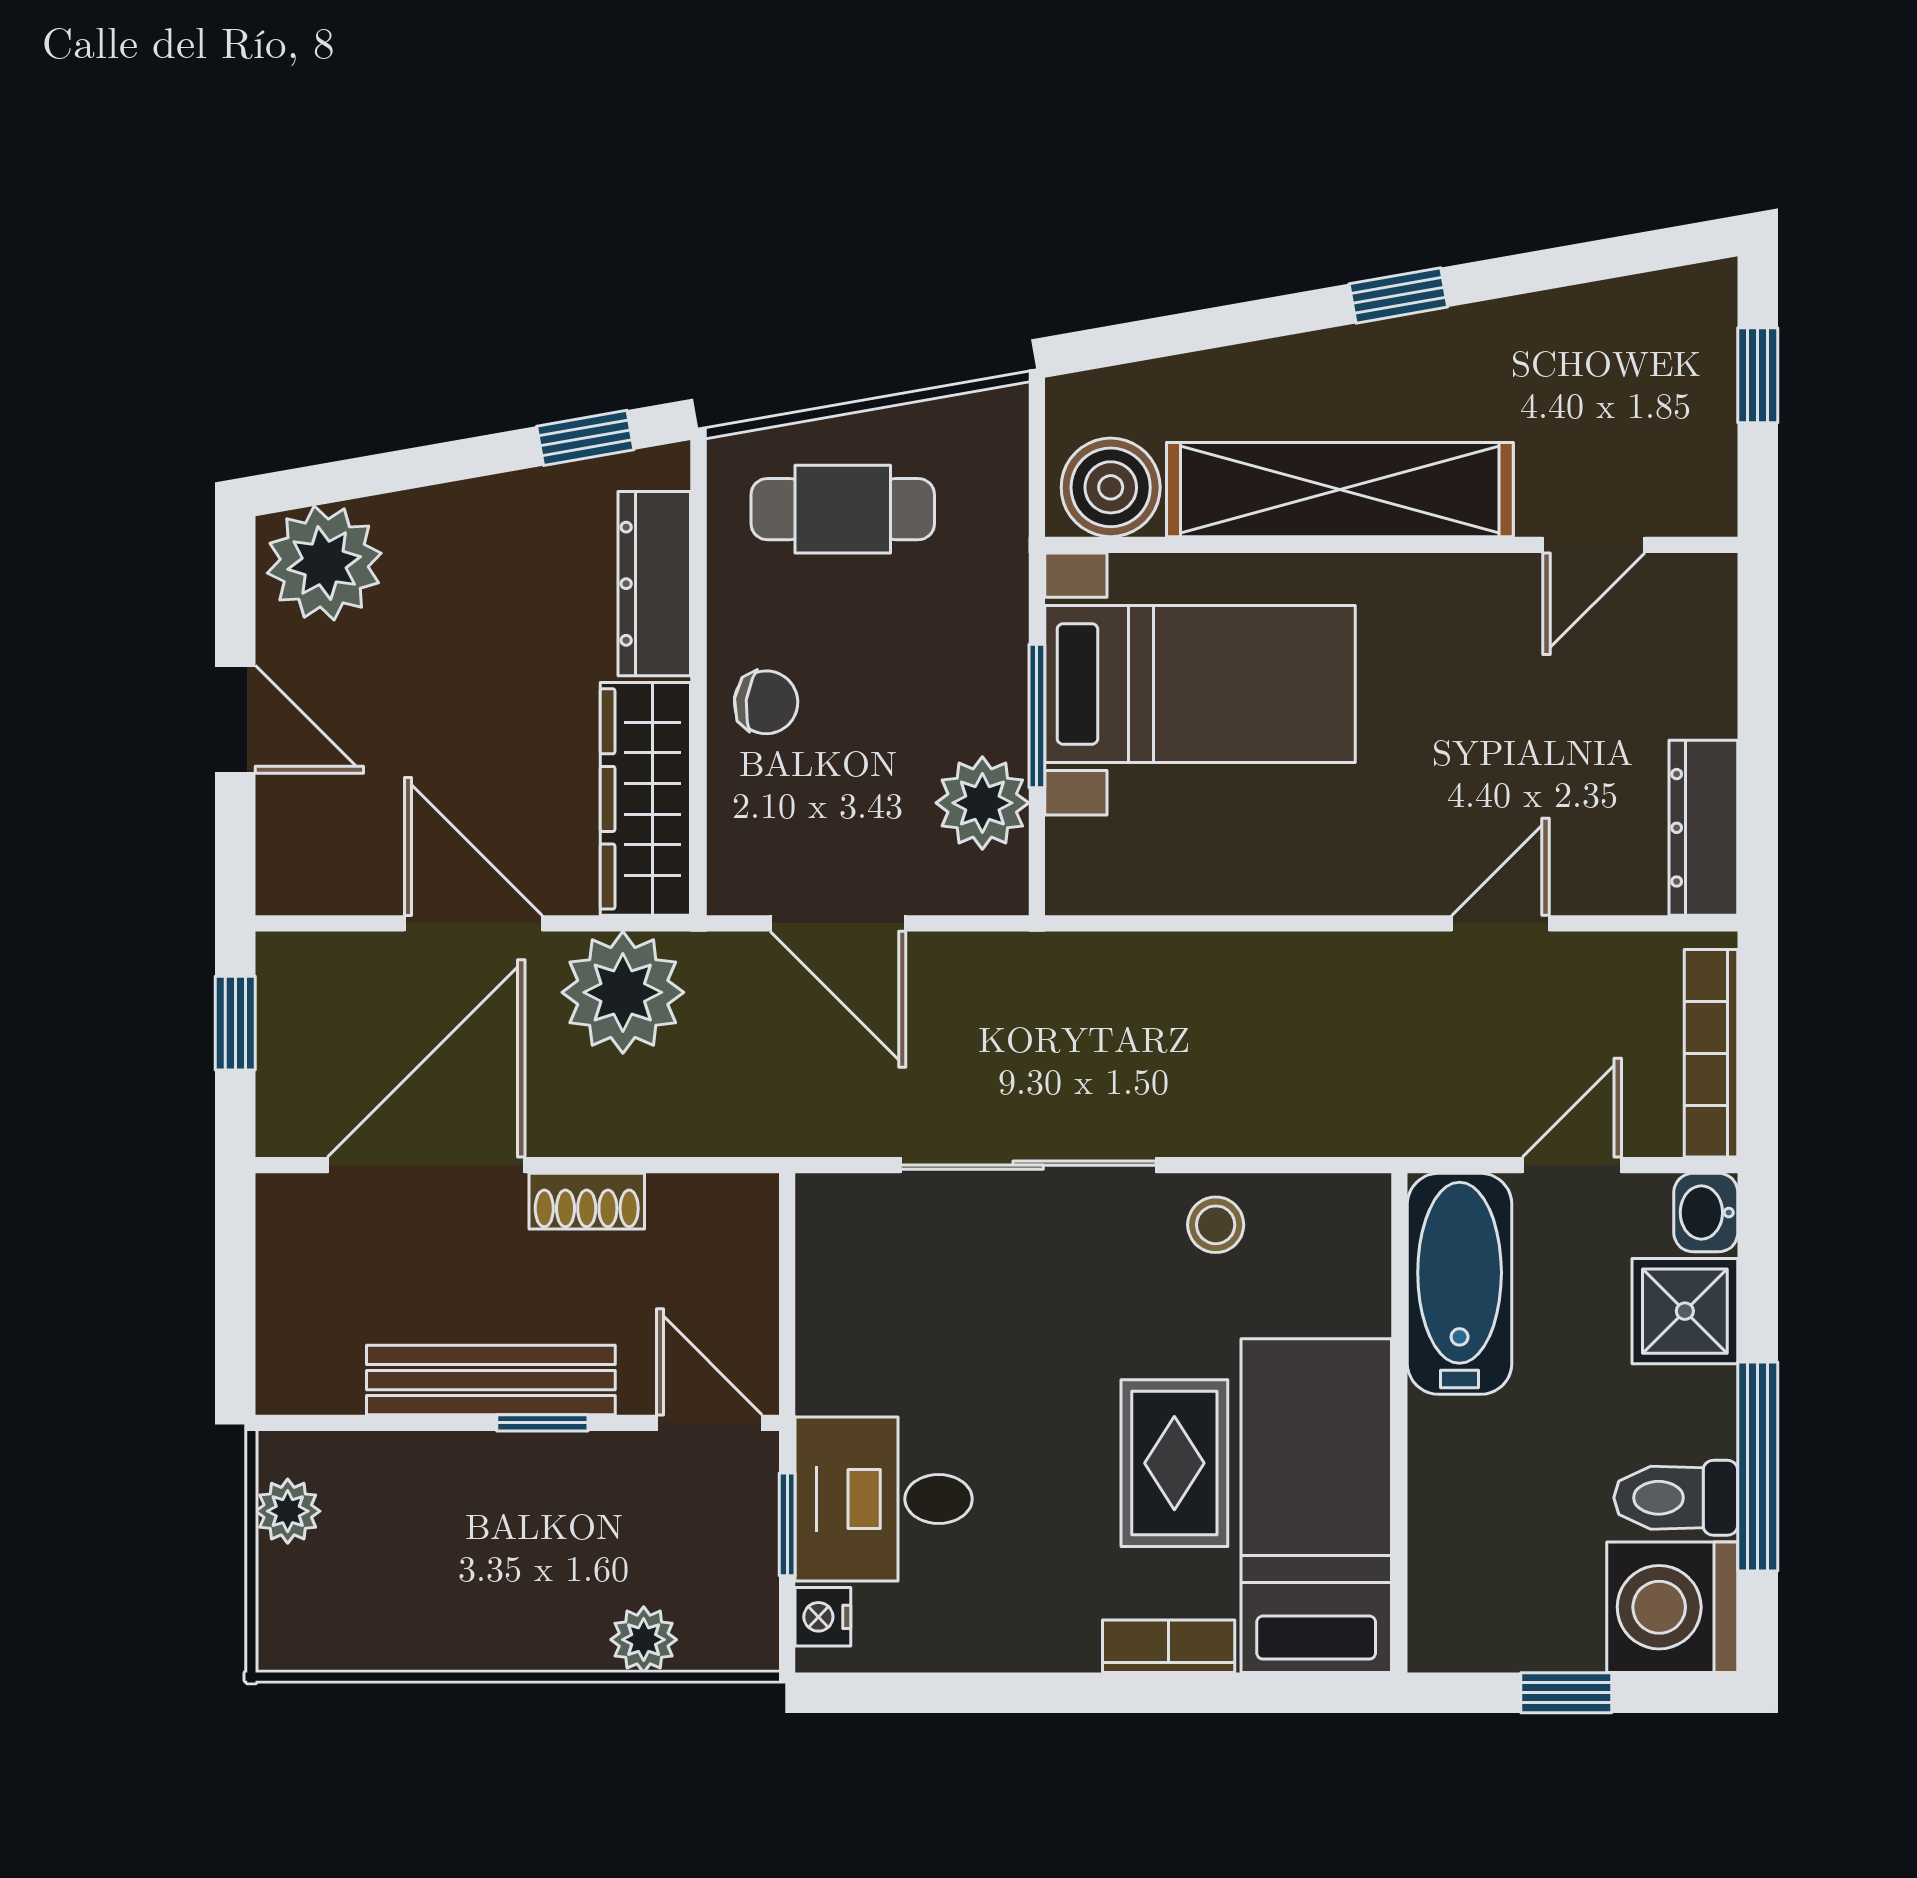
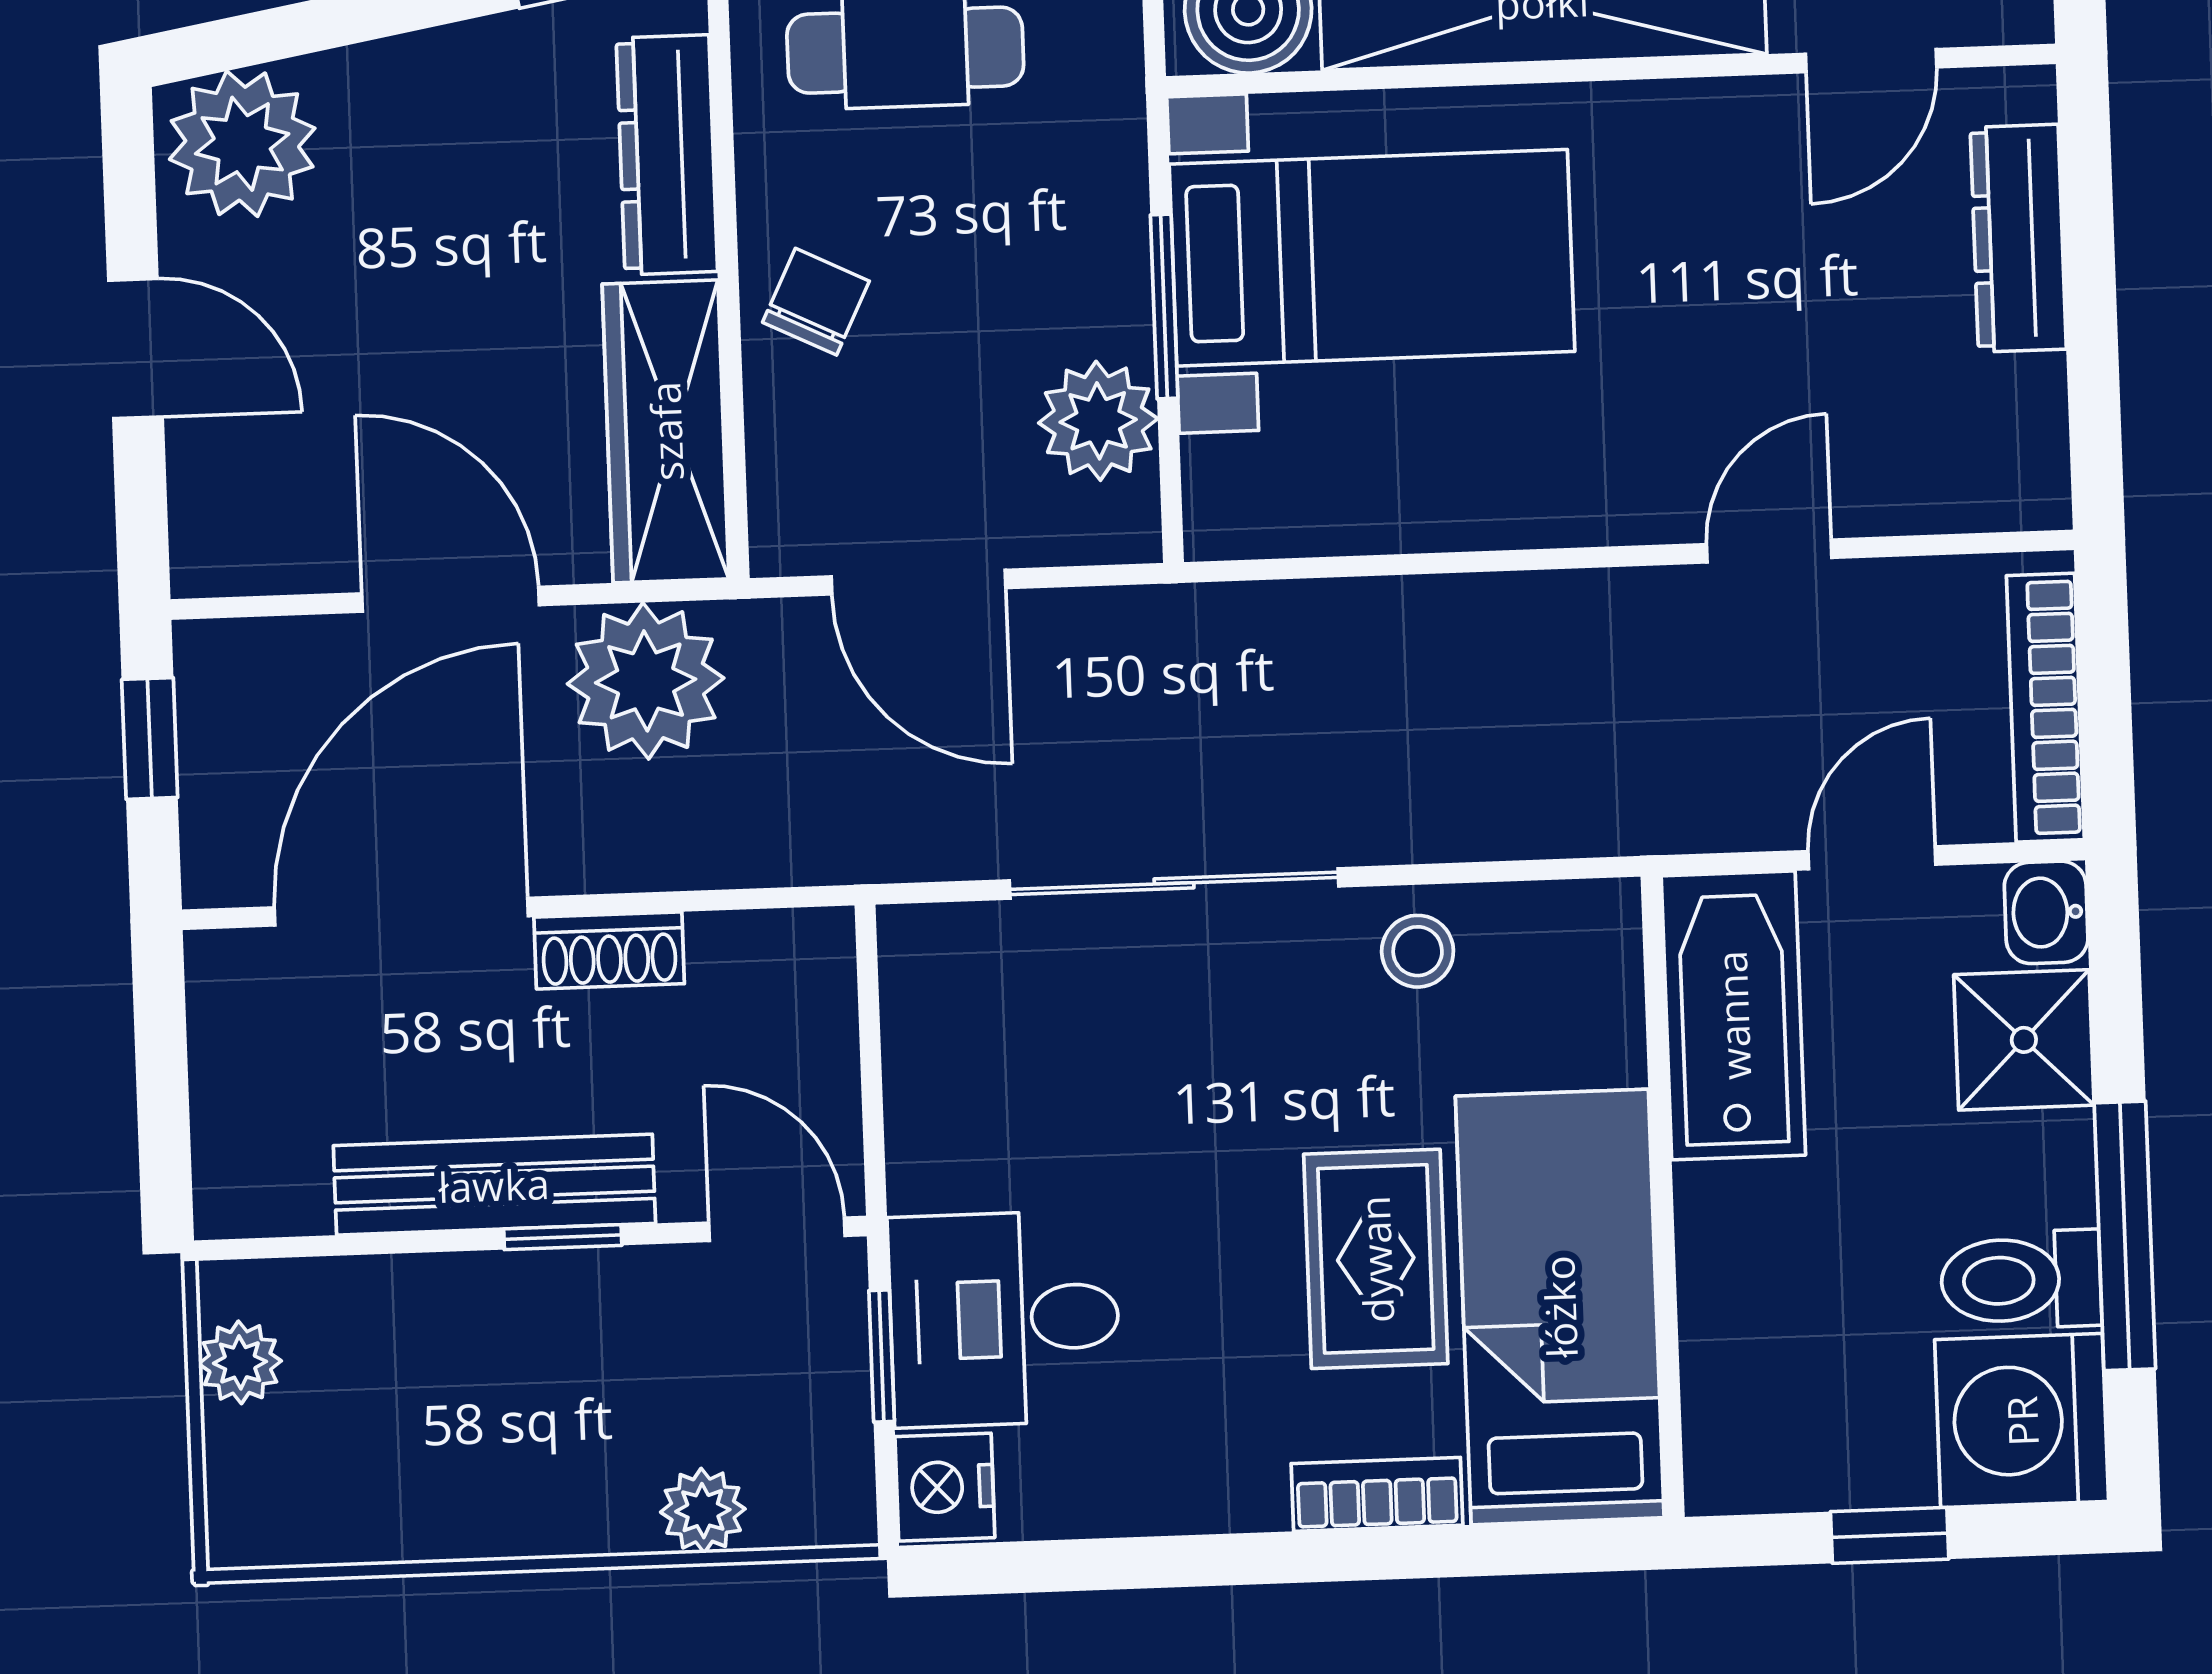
chair: (766, 702) -> (816, 302), turned -71
dresser: (1703, 828) -> (2018, 238), moved
nightstand: (823, 1617) -> (945, 1487), width x1.39, depth x1.35

